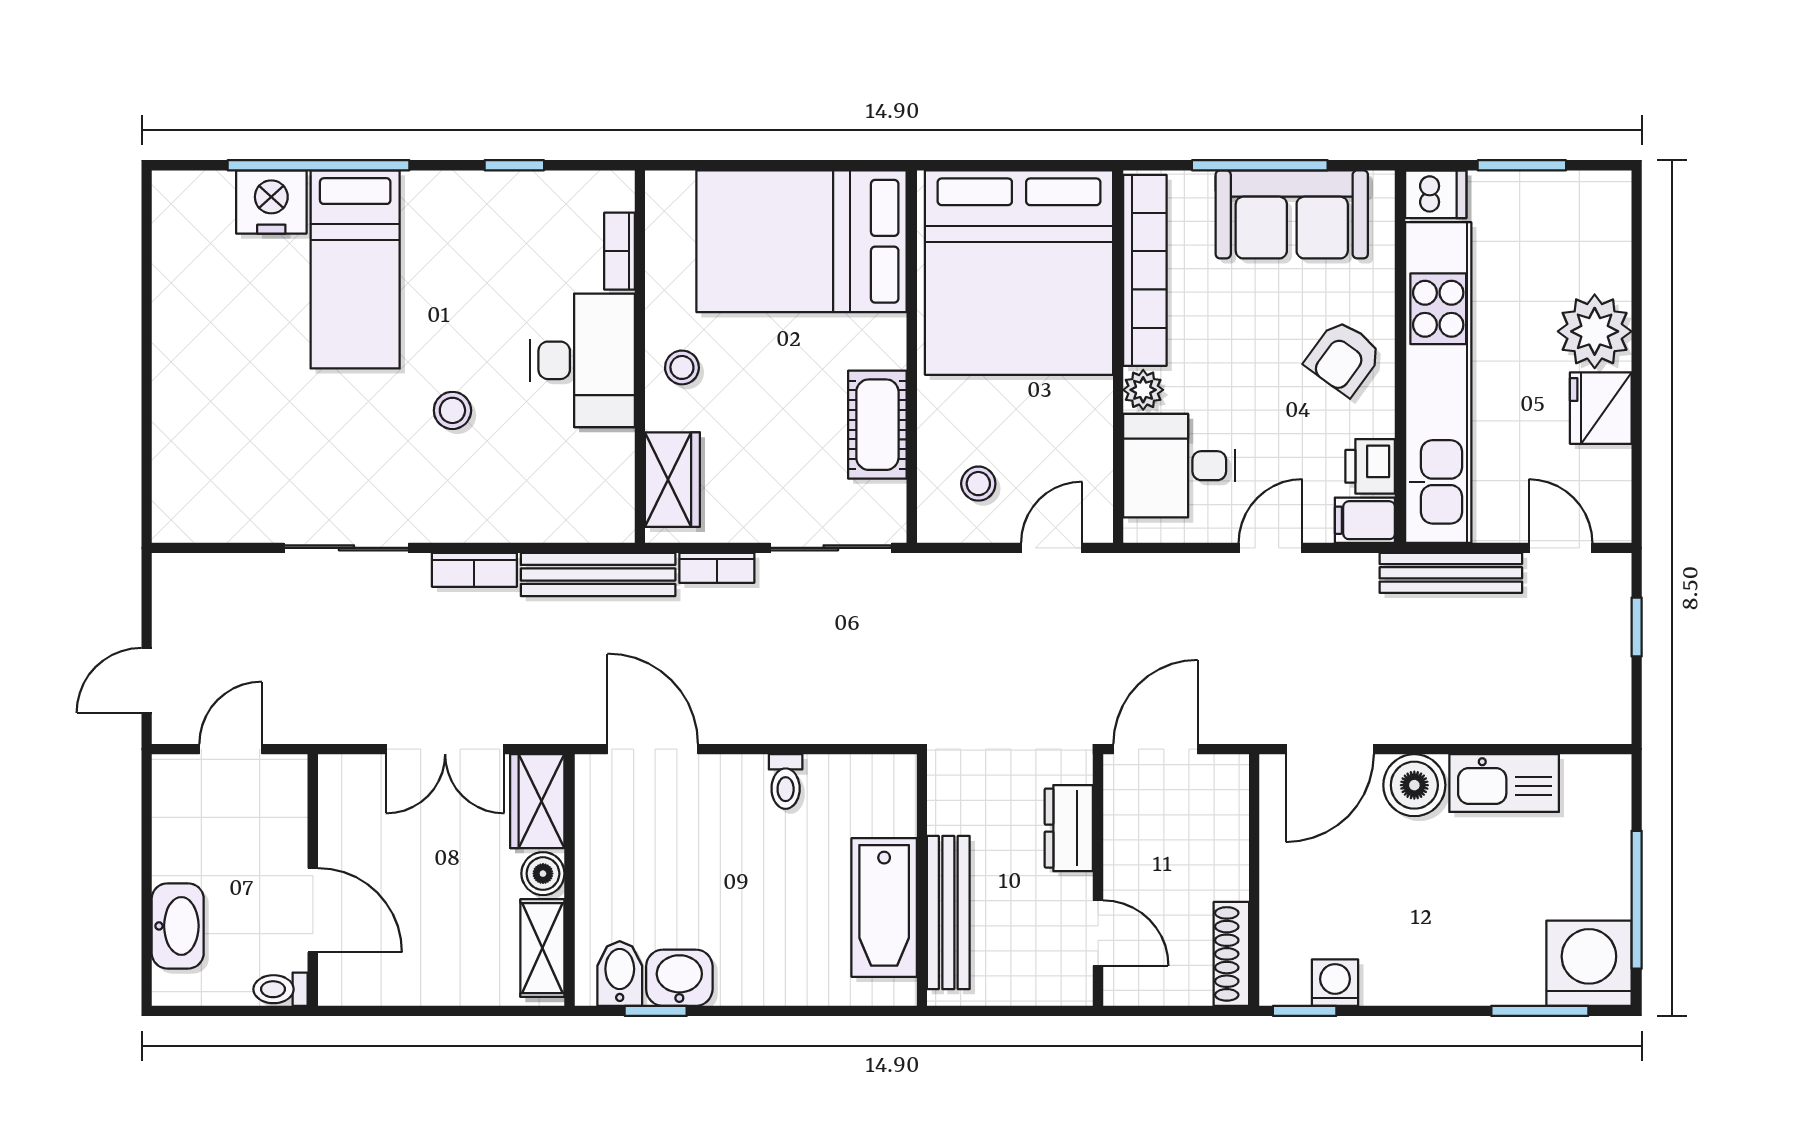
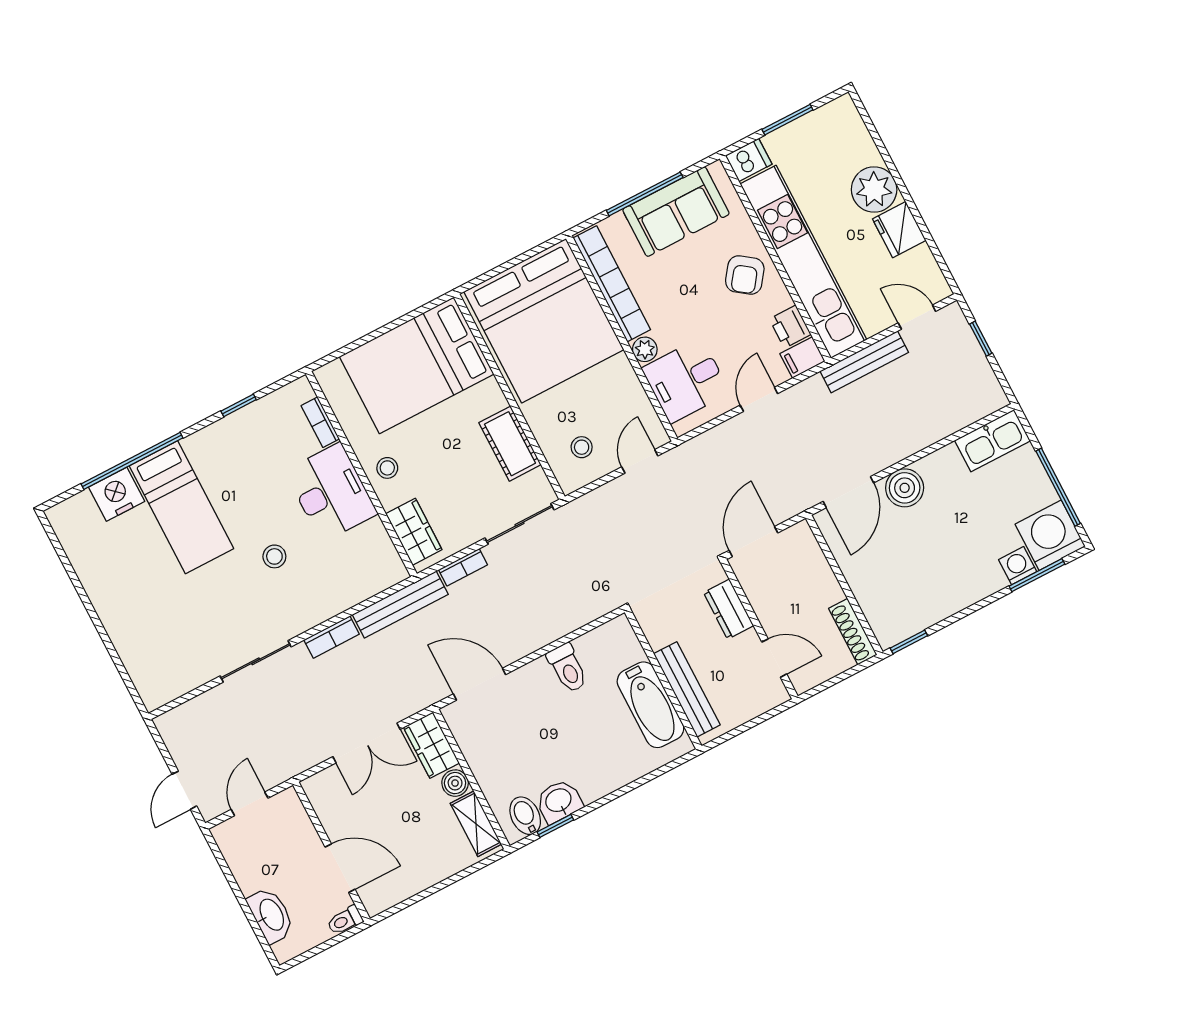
toilet: (786, 781) -> (567, 668), width x1.37, depth x1.39
kitchen sink: (1504, 783) -> (992, 441), moved
washing machine: (1335, 983) -> (1018, 566), moved

